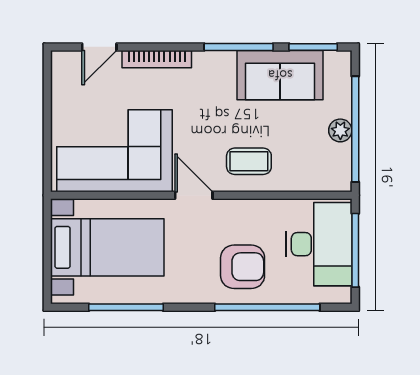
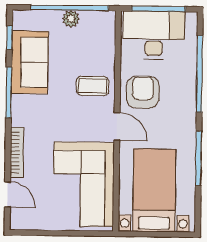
window: (313, 47) -> (9, 38), width x0.67
coffee table: (249, 161) -> (93, 86), turned 90
door: (194, 195) -> (117, 126), swing flipped
armchair: (243, 267) -> (143, 92), moved
window: (126, 307) -> (199, 158), moved

